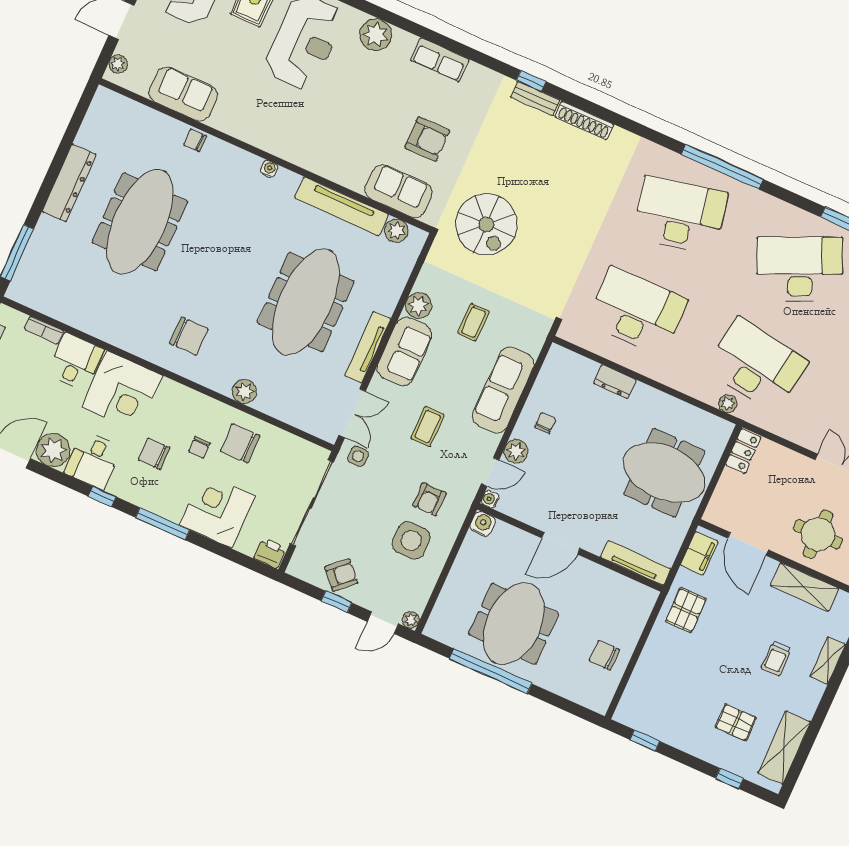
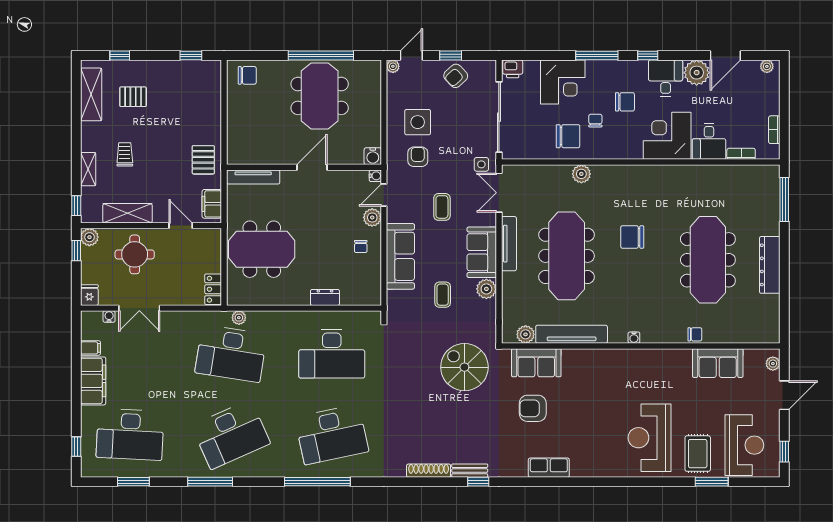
plant: (376, 35) -> (602, 465), removed
chair: (189, 336) -> (632, 237), moved
door: (748, 544) -> (181, 226), width x0.73
chair: (604, 655) -> (247, 75), moved

